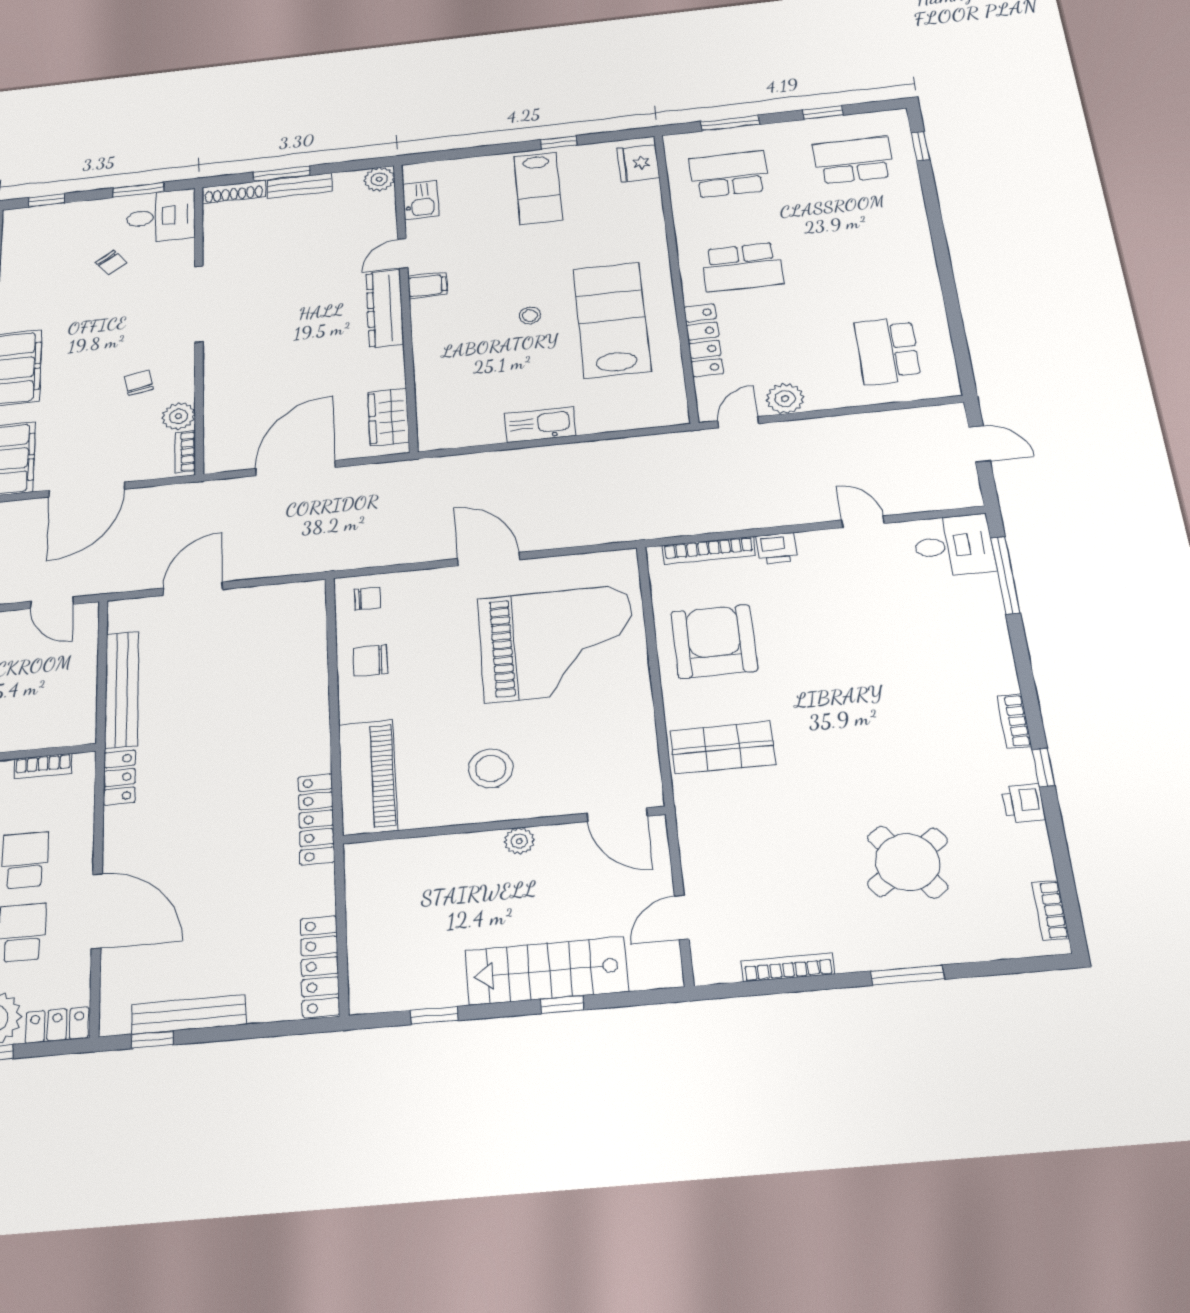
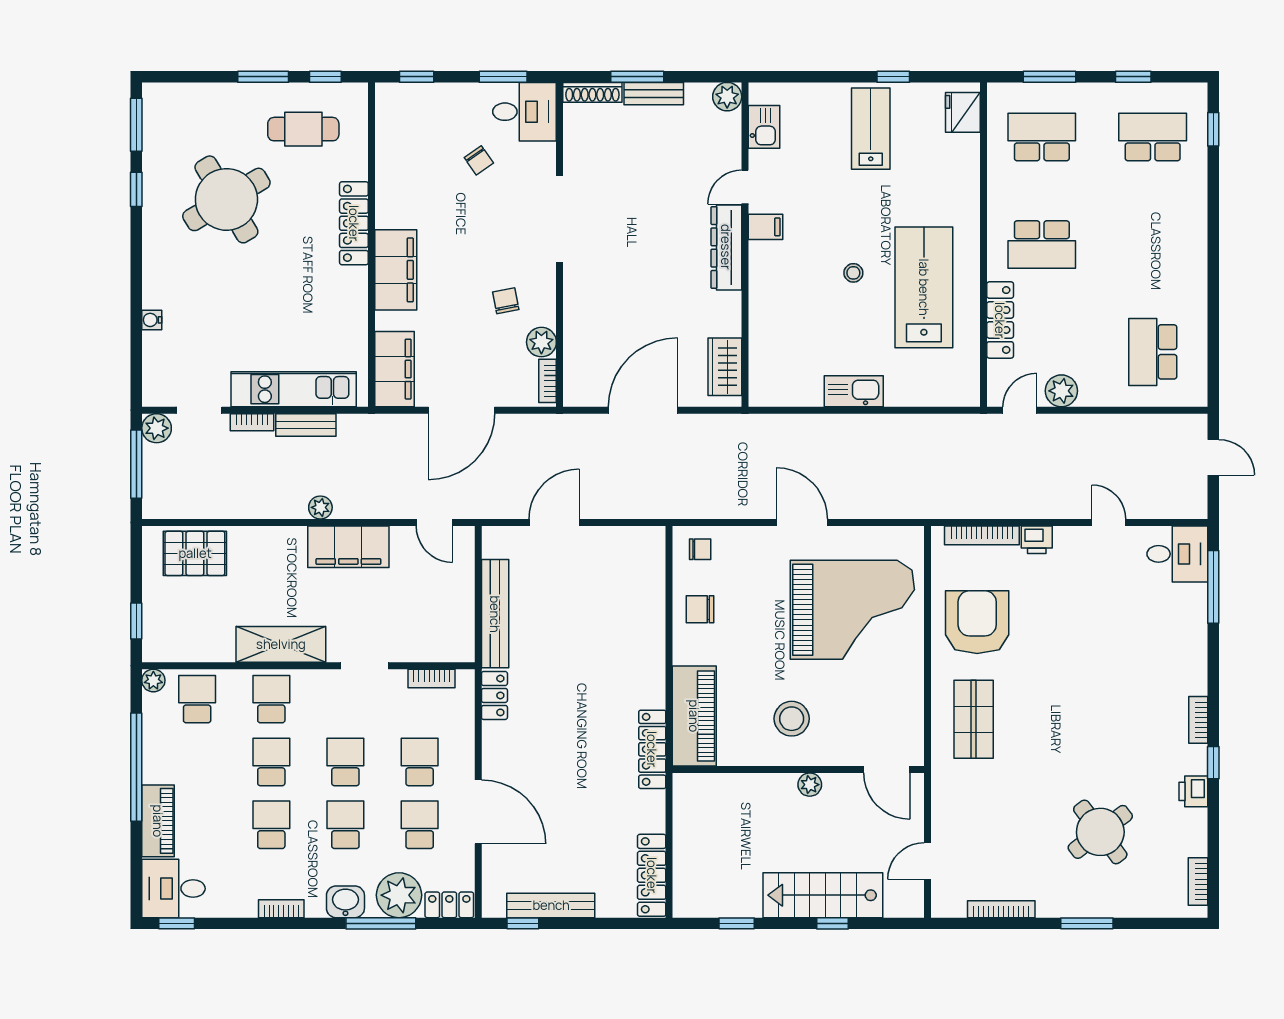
lab bench: (538, 188) -> (871, 129), turned 180
shop shelf: (723, 748) -> (974, 719), turned 90

